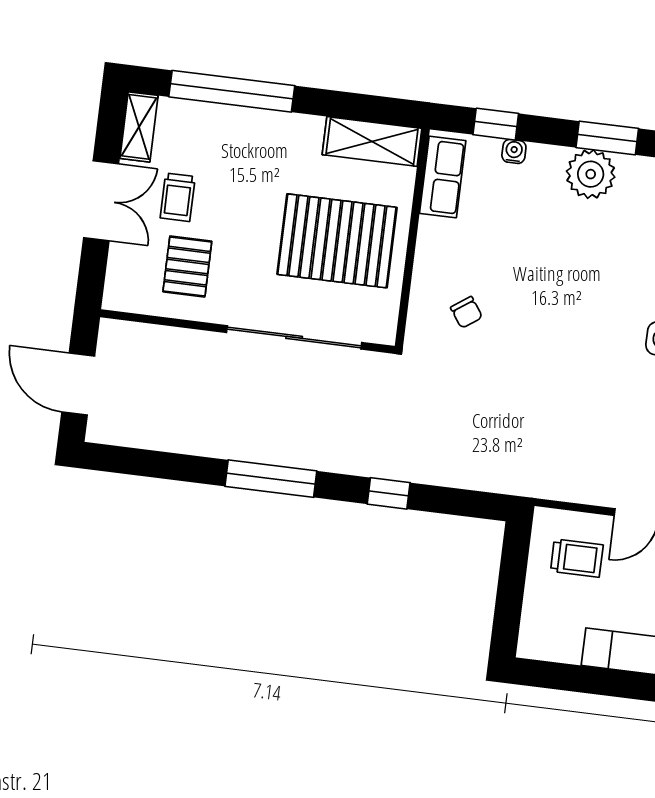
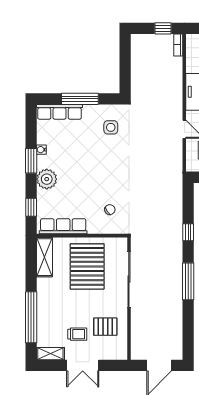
water cooler: (514, 151) -> (41, 150), moved
plant: (591, 174) -> (47, 179), moved
row of seats: (443, 177) -> (63, 226), width x1.48
double door: (101, 201) -> (83, 365), swing flipped

